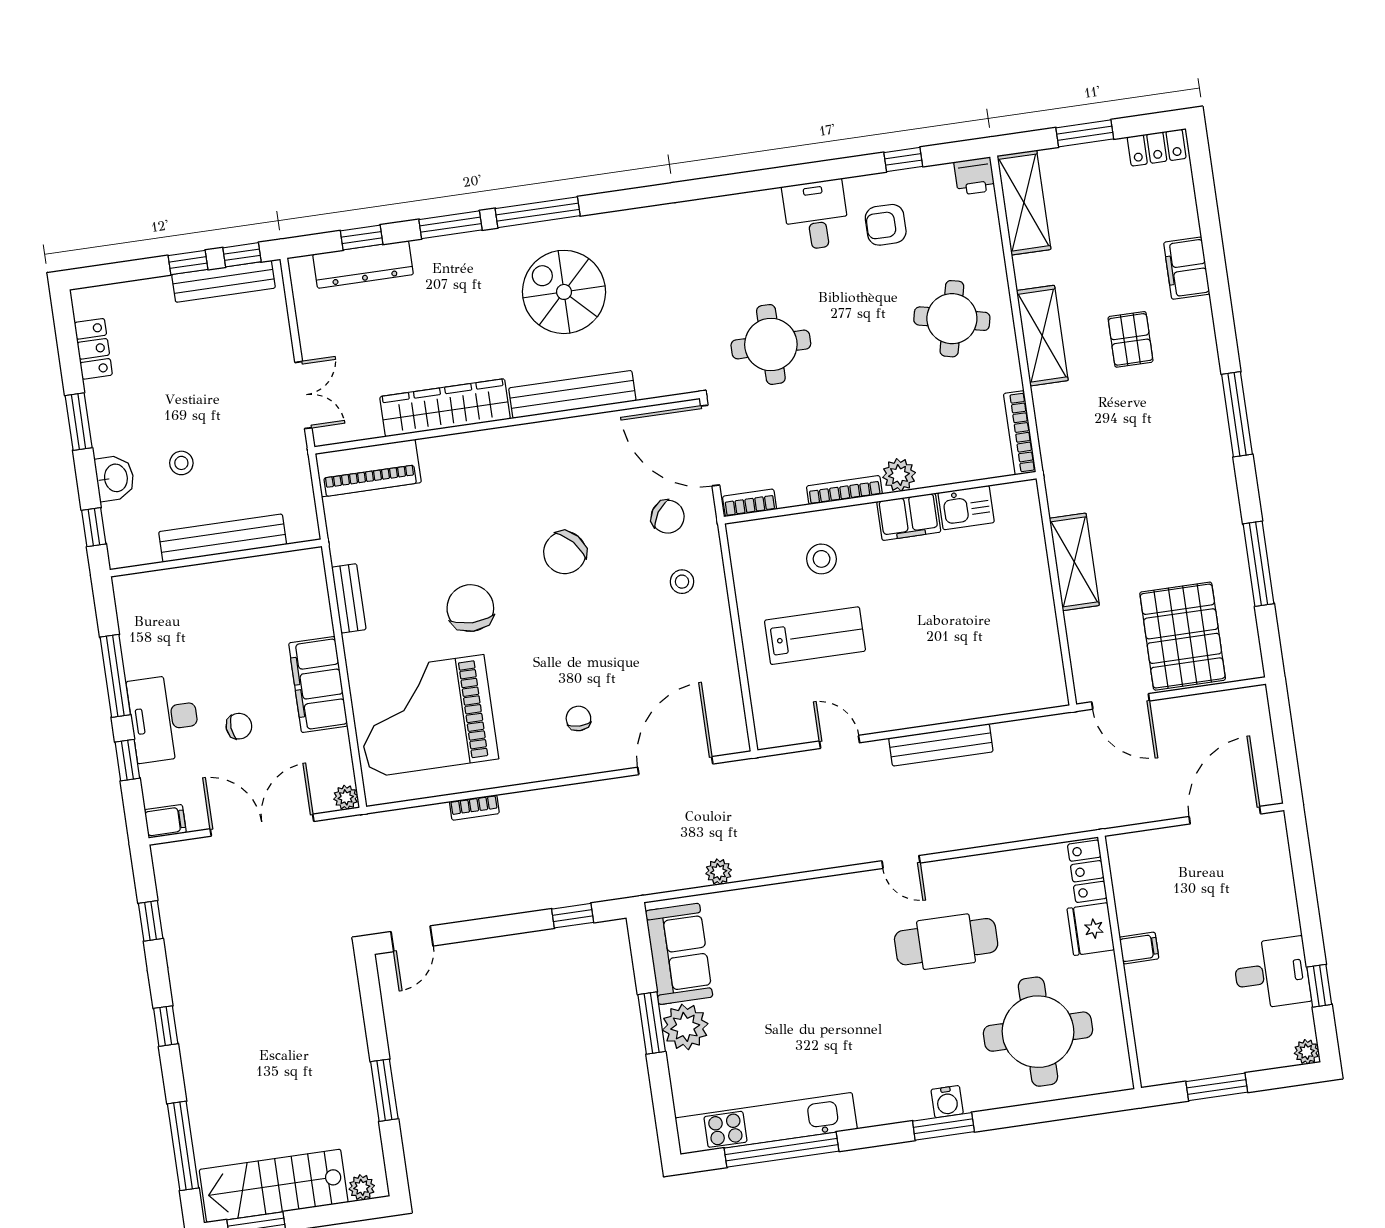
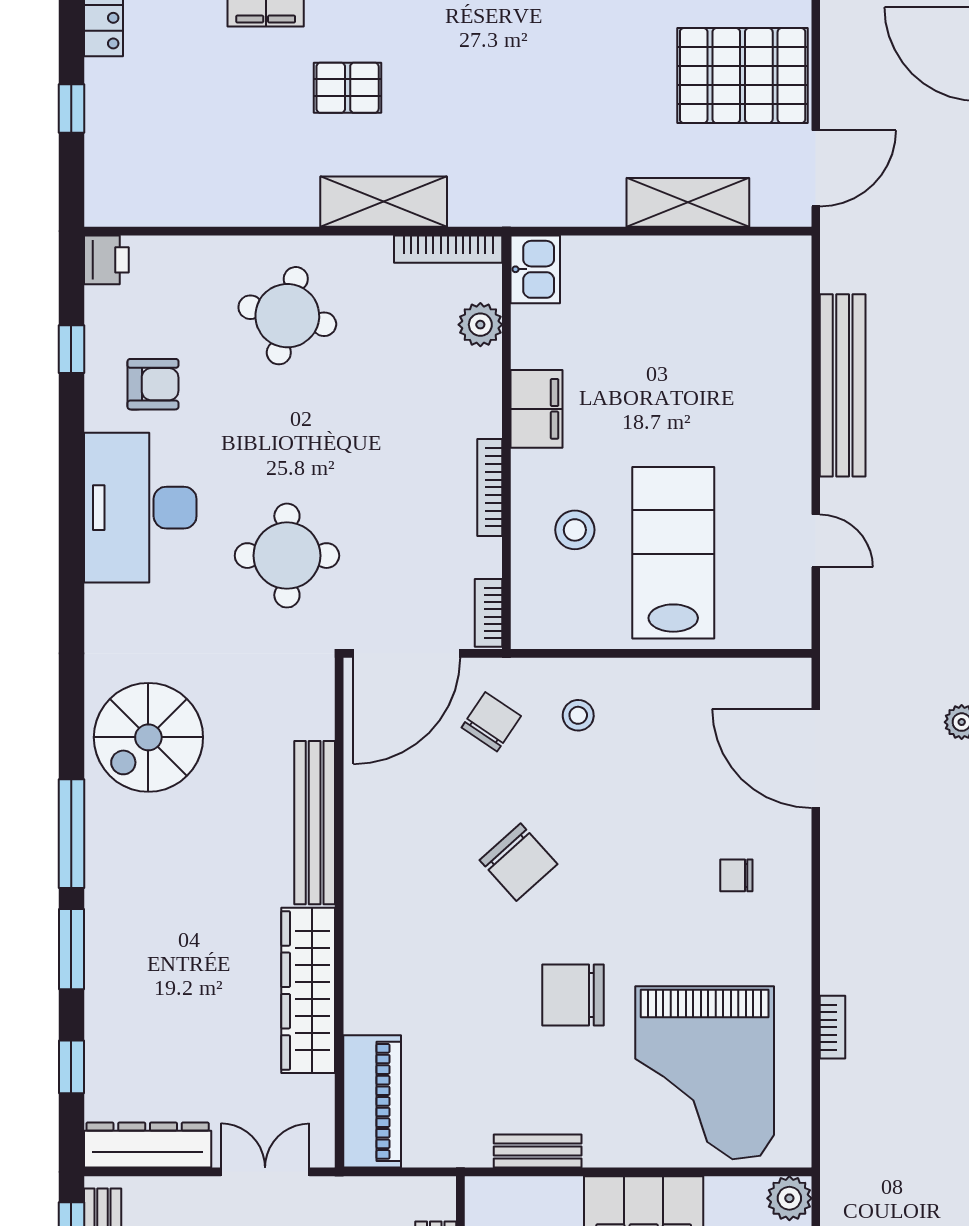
window: (1085, 133) -> (71, 109), width x0.67
shelving: (1024, 203) -> (150, 201), removed
desk: (816, 215) -> (140, 508), width x1.87, depth x1.30
armchair: (886, 225) -> (153, 384), turned -90
dresser: (363, 264) -> (148, 1145), moved, turned -90
spiral stairs: (564, 292) -> (148, 737), moved
shelving: (1042, 336) -> (384, 202), moved
plant: (899, 475) -> (480, 325), moved
kitchen sink: (966, 508) -> (535, 269), moved
shelving: (1074, 562) -> (688, 202), moved
lab bench: (815, 636) -> (673, 553), width x1.36, depth x1.39
door: (839, 742) -> (816, 541), swing flipped
bench: (941, 745) -> (843, 385), width x1.37, depth x1.21
plant: (346, 797) -> (789, 1198), width x1.38, depth x1.38

